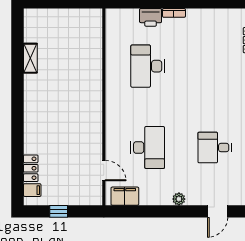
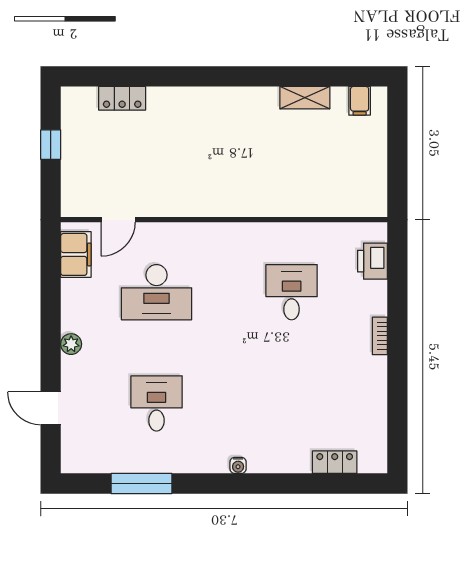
printer: (151, 17) -> (372, 261), moved
desk: (148, 66) -> (292, 292), width x0.73
filing cabinet: (32, 190) -> (360, 101), moved

